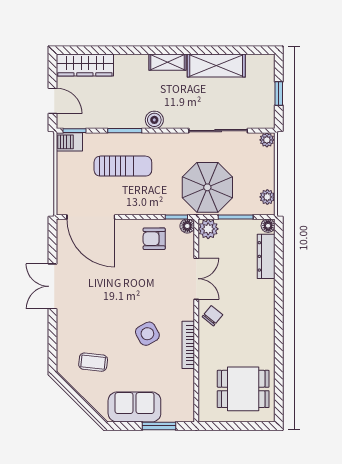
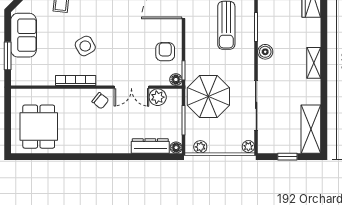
shelving: (216, 65) -> (311, 129), moved
plant: (208, 229) -> (158, 97), moved

